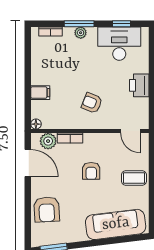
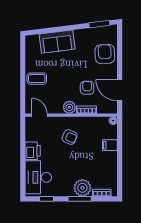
plant: (81, 33) -> (82, 188), width x1.87, depth x1.87
desk: (119, 44) -> (38, 177), moved, turned 90
plant: (48, 141) -> (69, 107), moved
armchair: (91, 171) -> (87, 88), moved
sofa: (116, 224) -> (57, 42), width x0.73

